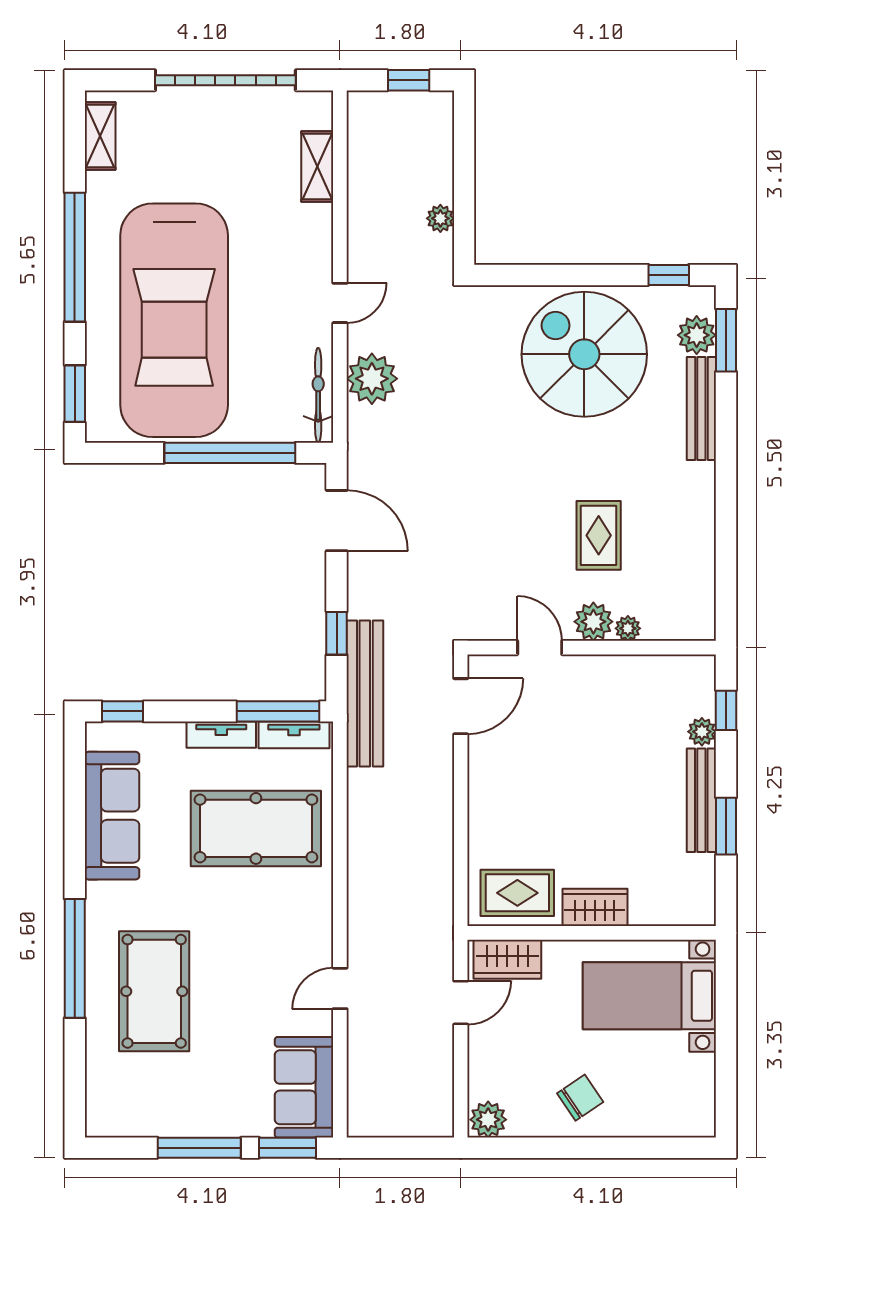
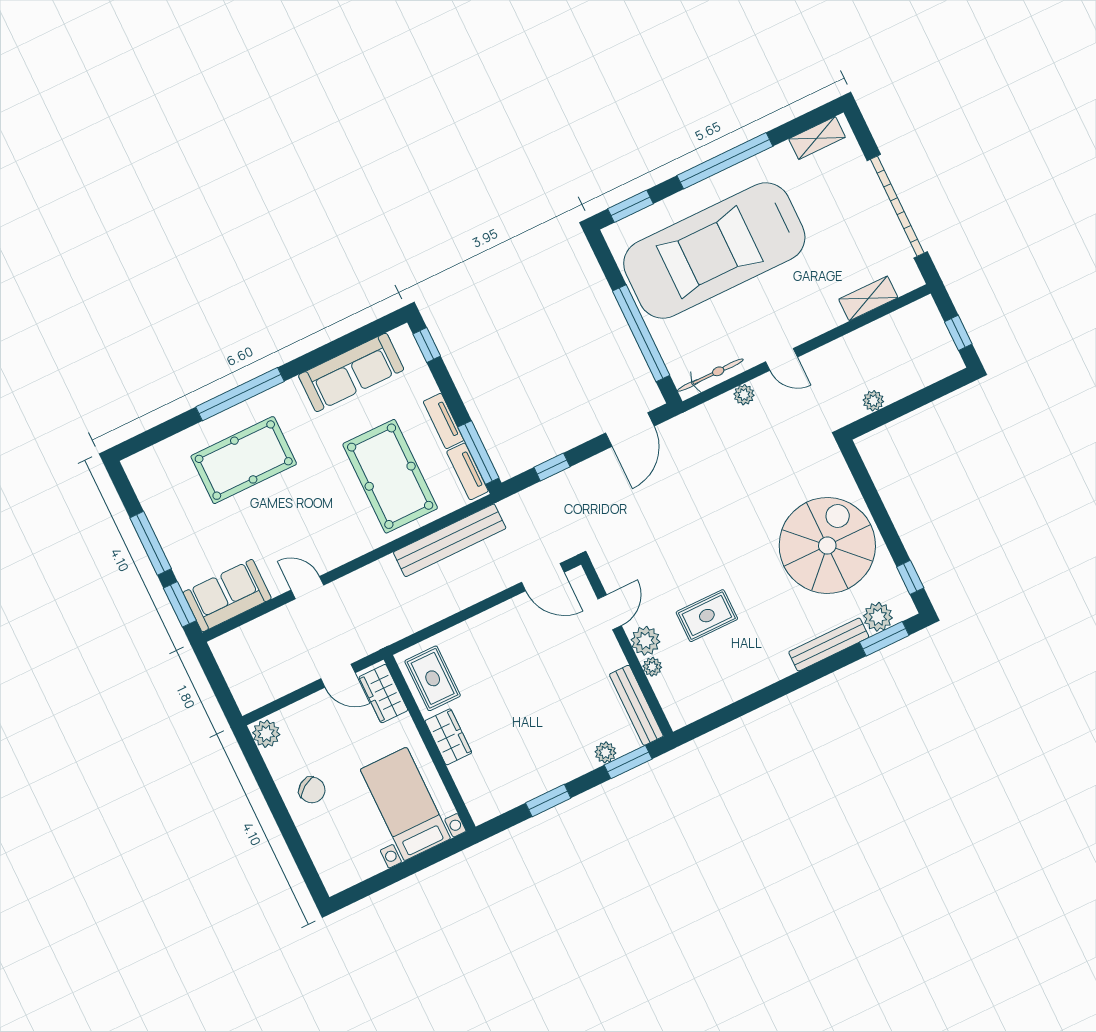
plant: (372, 379) -> (744, 395), width x0.53, depth x0.53
bench: (365, 693) -> (450, 540), moved
window: (726, 710) -> (628, 762), width x1.50
bench: (701, 800) -> (636, 705), moved, turned 90

